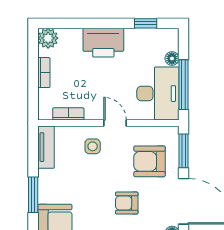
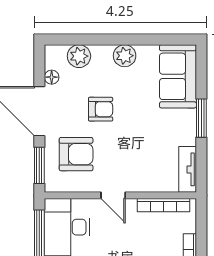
bookcase: (68, 114) -> (163, 205), width x1.56
side table: (93, 146) -> (137, 170), removed

